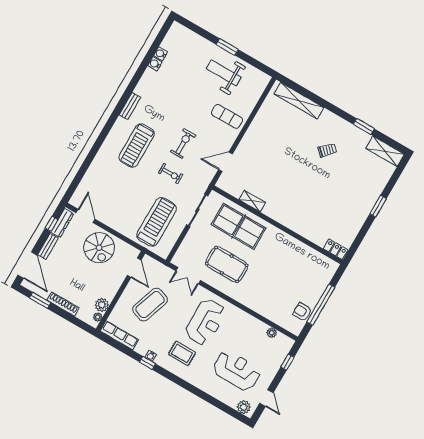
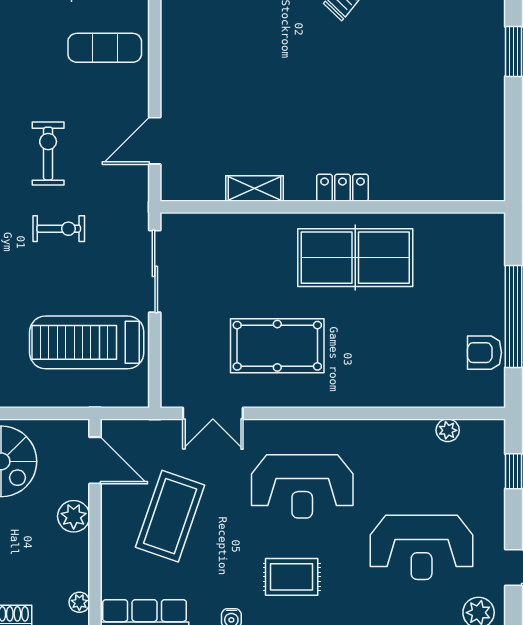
treadmill: (157, 222) -> (87, 342), turned -90
table tennis table: (239, 226) -> (355, 258), moved
locker: (336, 249) -> (342, 188), moved
plant: (102, 305) -> (74, 516), moved
reception desk: (206, 322) -> (302, 486), turned 90
reception desk: (237, 371) -> (422, 547), turned 180

